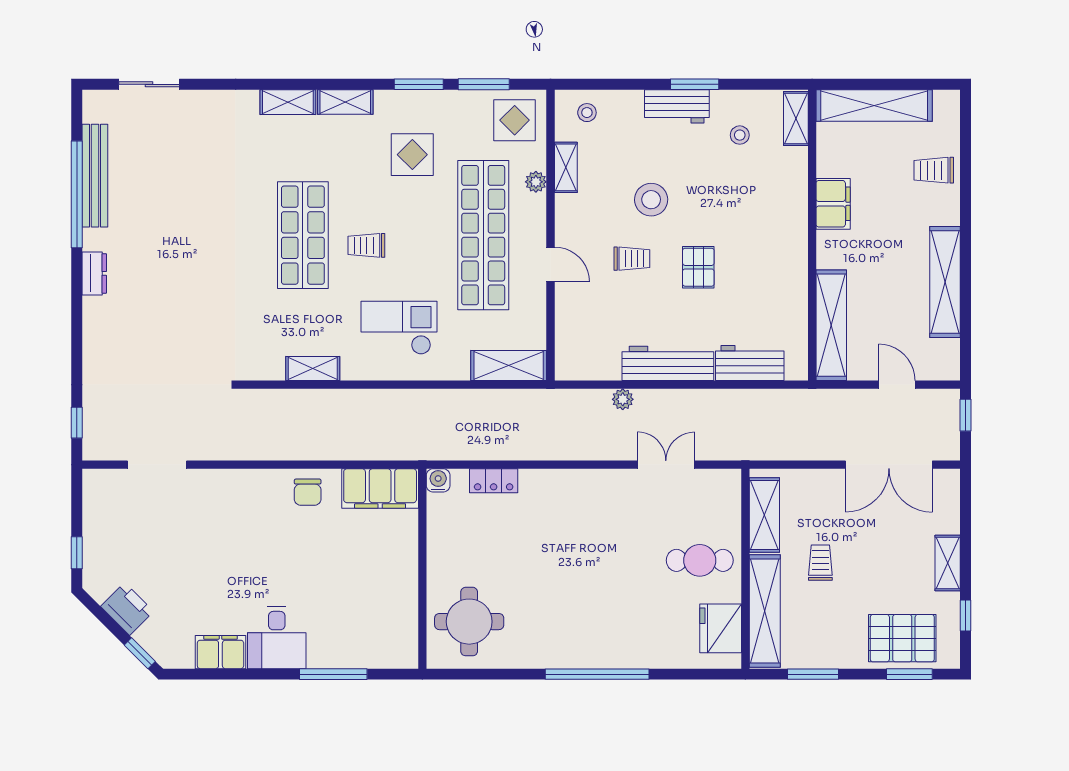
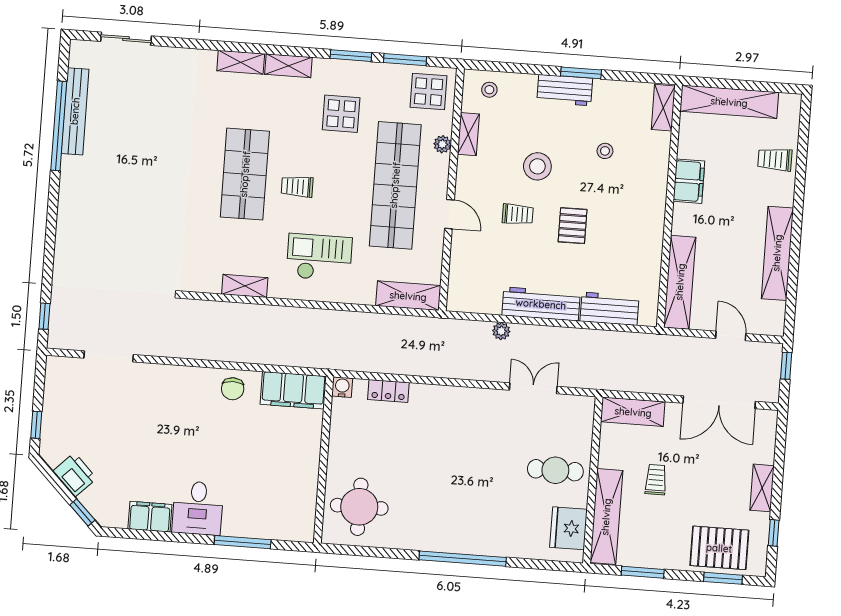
stool: (740, 135) -> (605, 151), moved
dresser: (94, 273) -> (68, 193), removed
shelving: (764, 515) -> (633, 412), moved, turned 90

